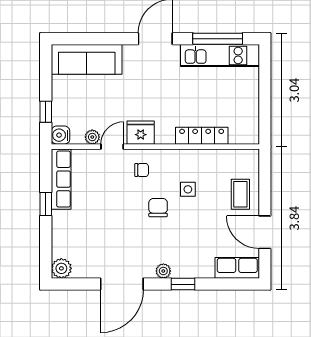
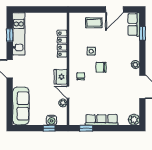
window: (218, 39) -> (10, 35), width x0.46
water cooler: (61, 135) -> (51, 120), moved
row of seats: (61, 179) -> (102, 120), moved
window: (46, 204) -> (86, 128), moved
window: (183, 284) -> (142, 33), moved

